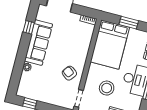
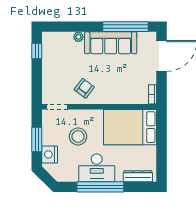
window: (129, 23) -> (161, 143), removed
window: (29, 27) -> (126, 27), width x3.17

